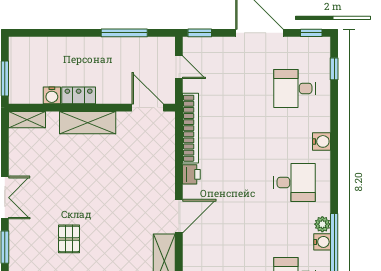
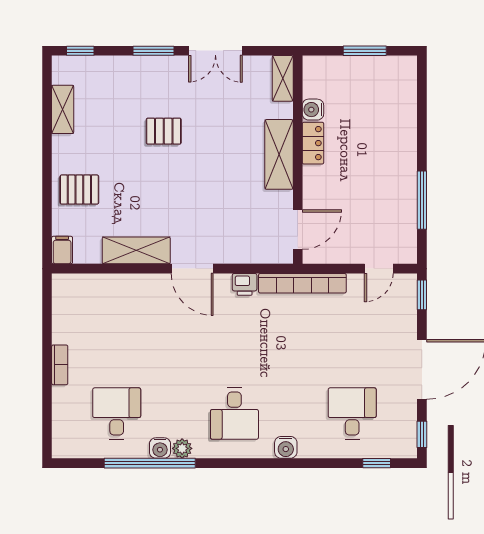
water cooler: (52, 95) -> (313, 110), moved
locker: (79, 95) -> (313, 143), moved
wall: (92, 108) -> (298, 160), moved
door: (148, 108) -> (298, 230), moved
shelving: (27, 120) -> (283, 78), moved
shelving: (88, 123) -> (279, 154), moved

